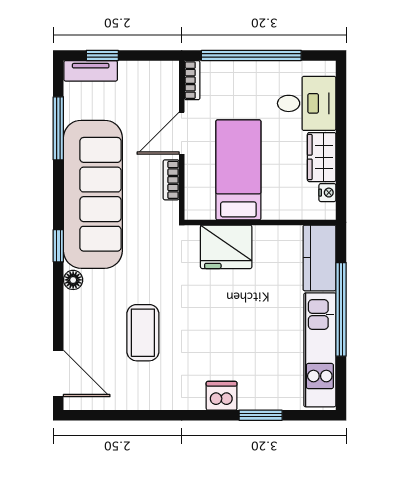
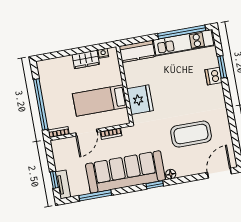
desk: (307, 103) -> (60, 72), removed
door: (182, 133) -> (86, 133), hinge flipped
window: (341, 309) -> (182, 32), moved
coffee table: (143, 333) -> (191, 134), width x1.36, depth x1.32
dishwasher: (222, 396) -> (214, 76), moved

